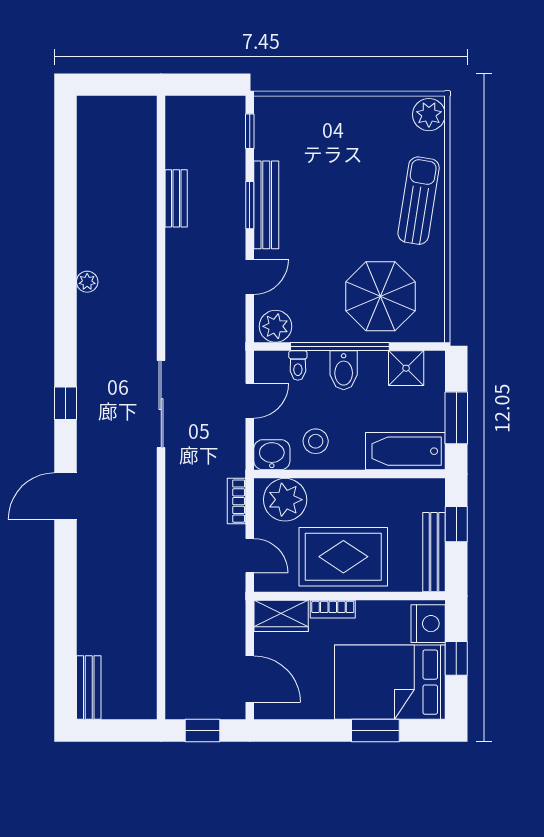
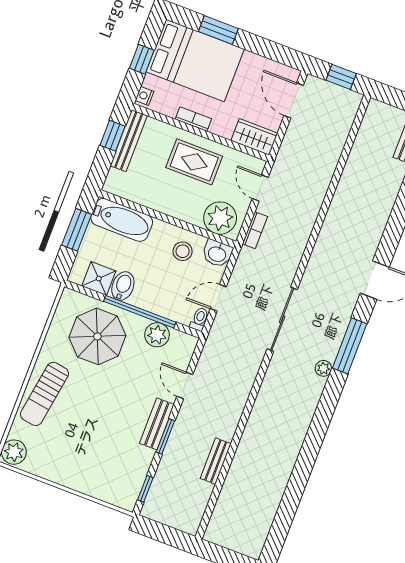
bench: (266, 205) -> (157, 424), width x0.73
door: (250, 277) -> (185, 385), hinge flipped
plant: (87, 282) -> (323, 368), moved
plant: (275, 326) -> (157, 335), moved
toilet: (298, 366) -> (199, 319), moved
bidet: (344, 370) -> (123, 286), moved
window: (65, 403) -> (350, 346), width x2.17
window: (456, 524) -> (113, 136), moved
rug: (343, 557) -> (194, 162), width x0.73, depth x0.70
bookcase: (333, 609) -> (193, 119), moved
nightstand: (428, 624) -> (144, 96), width x0.53, depth x0.56

